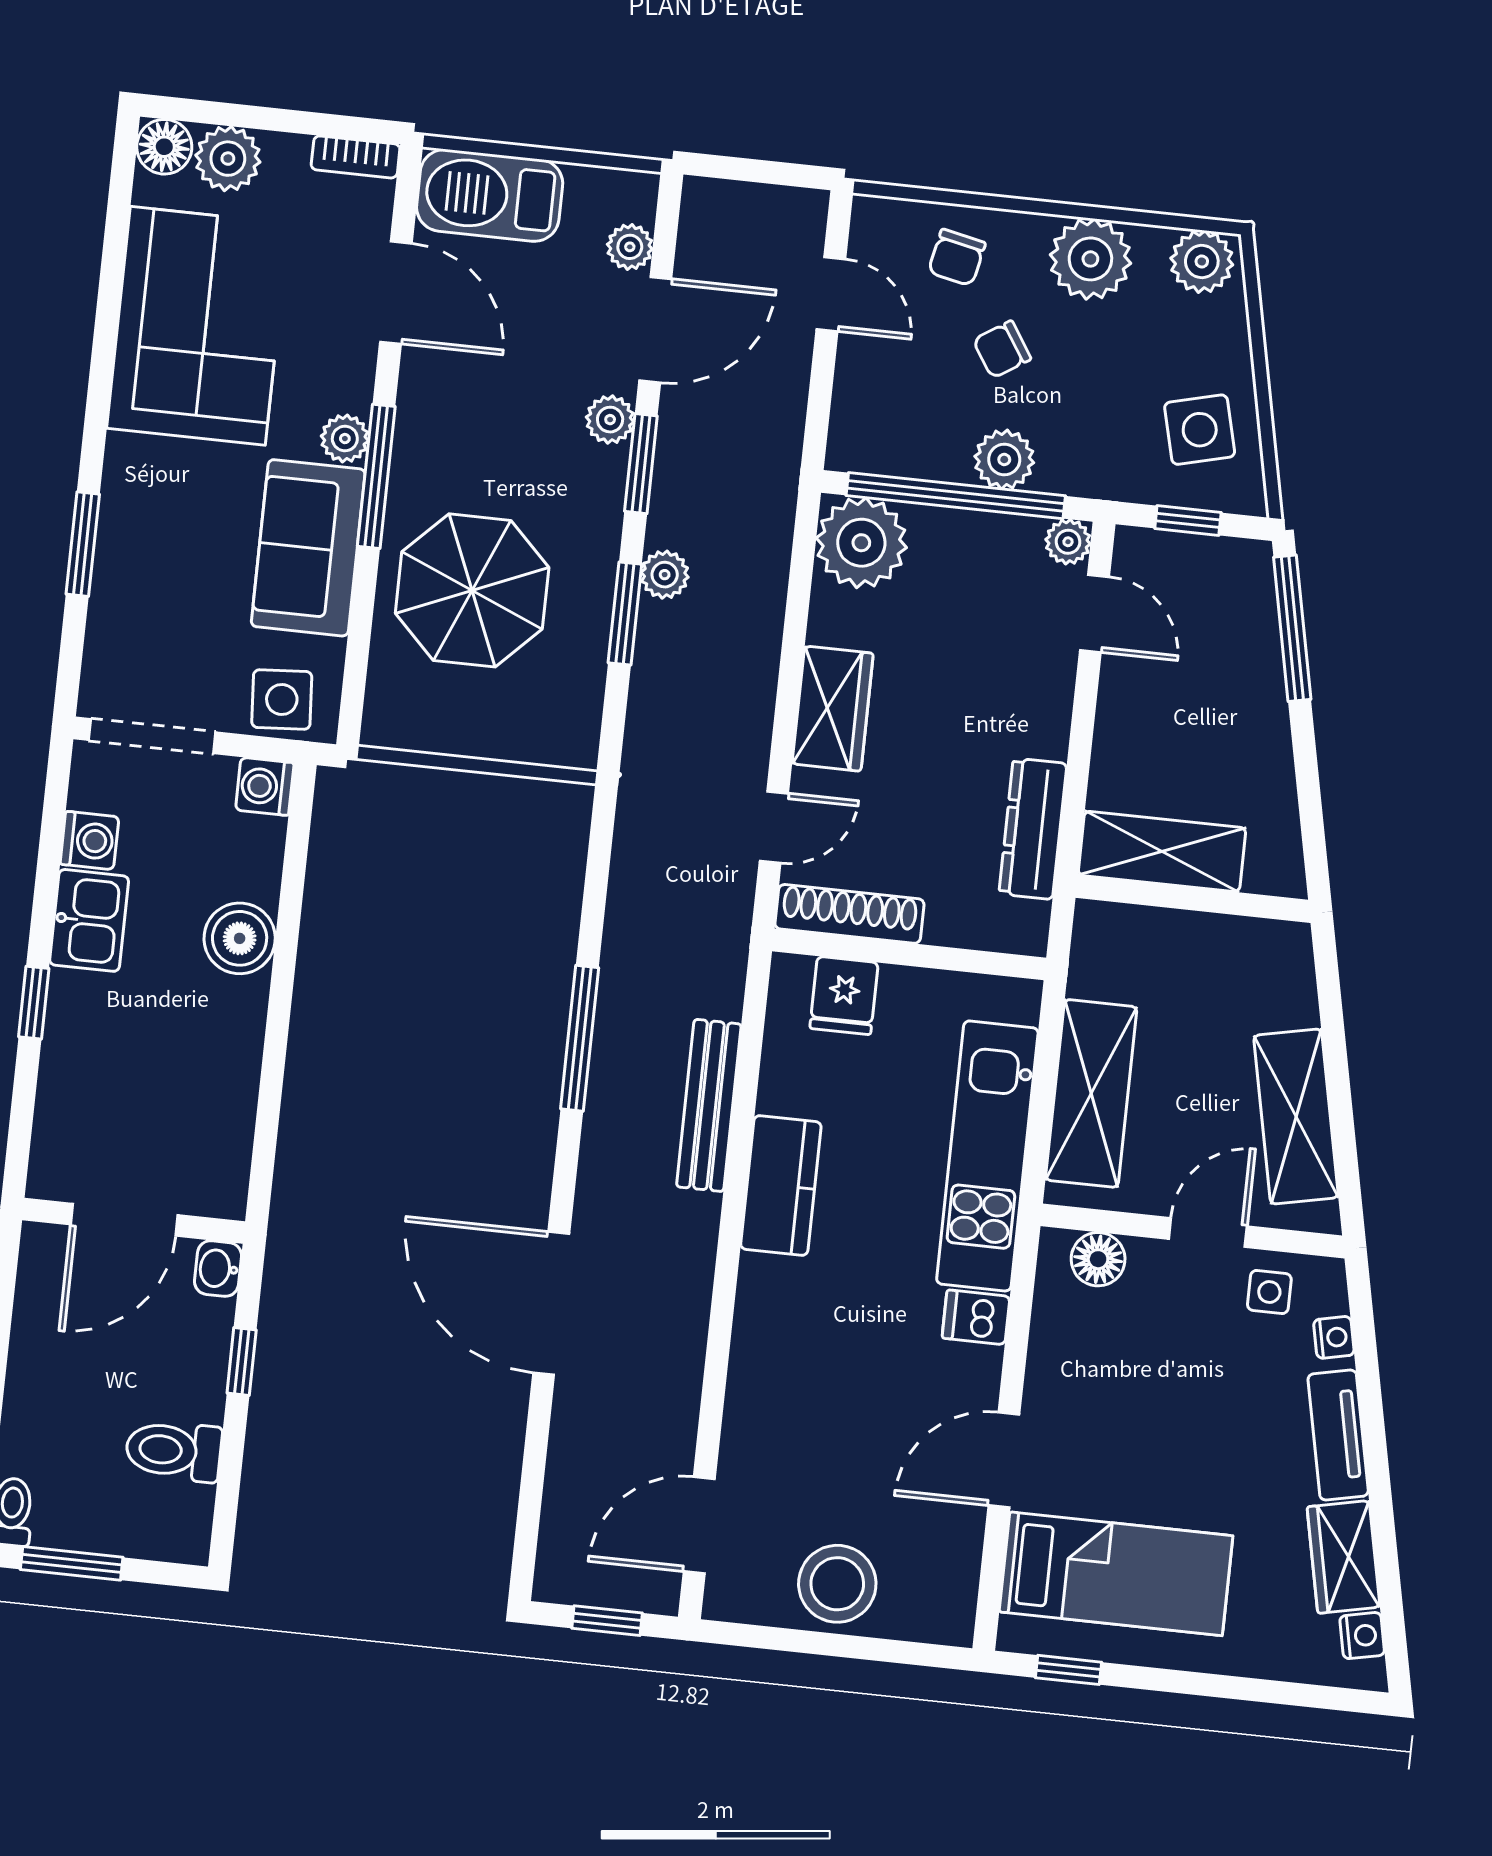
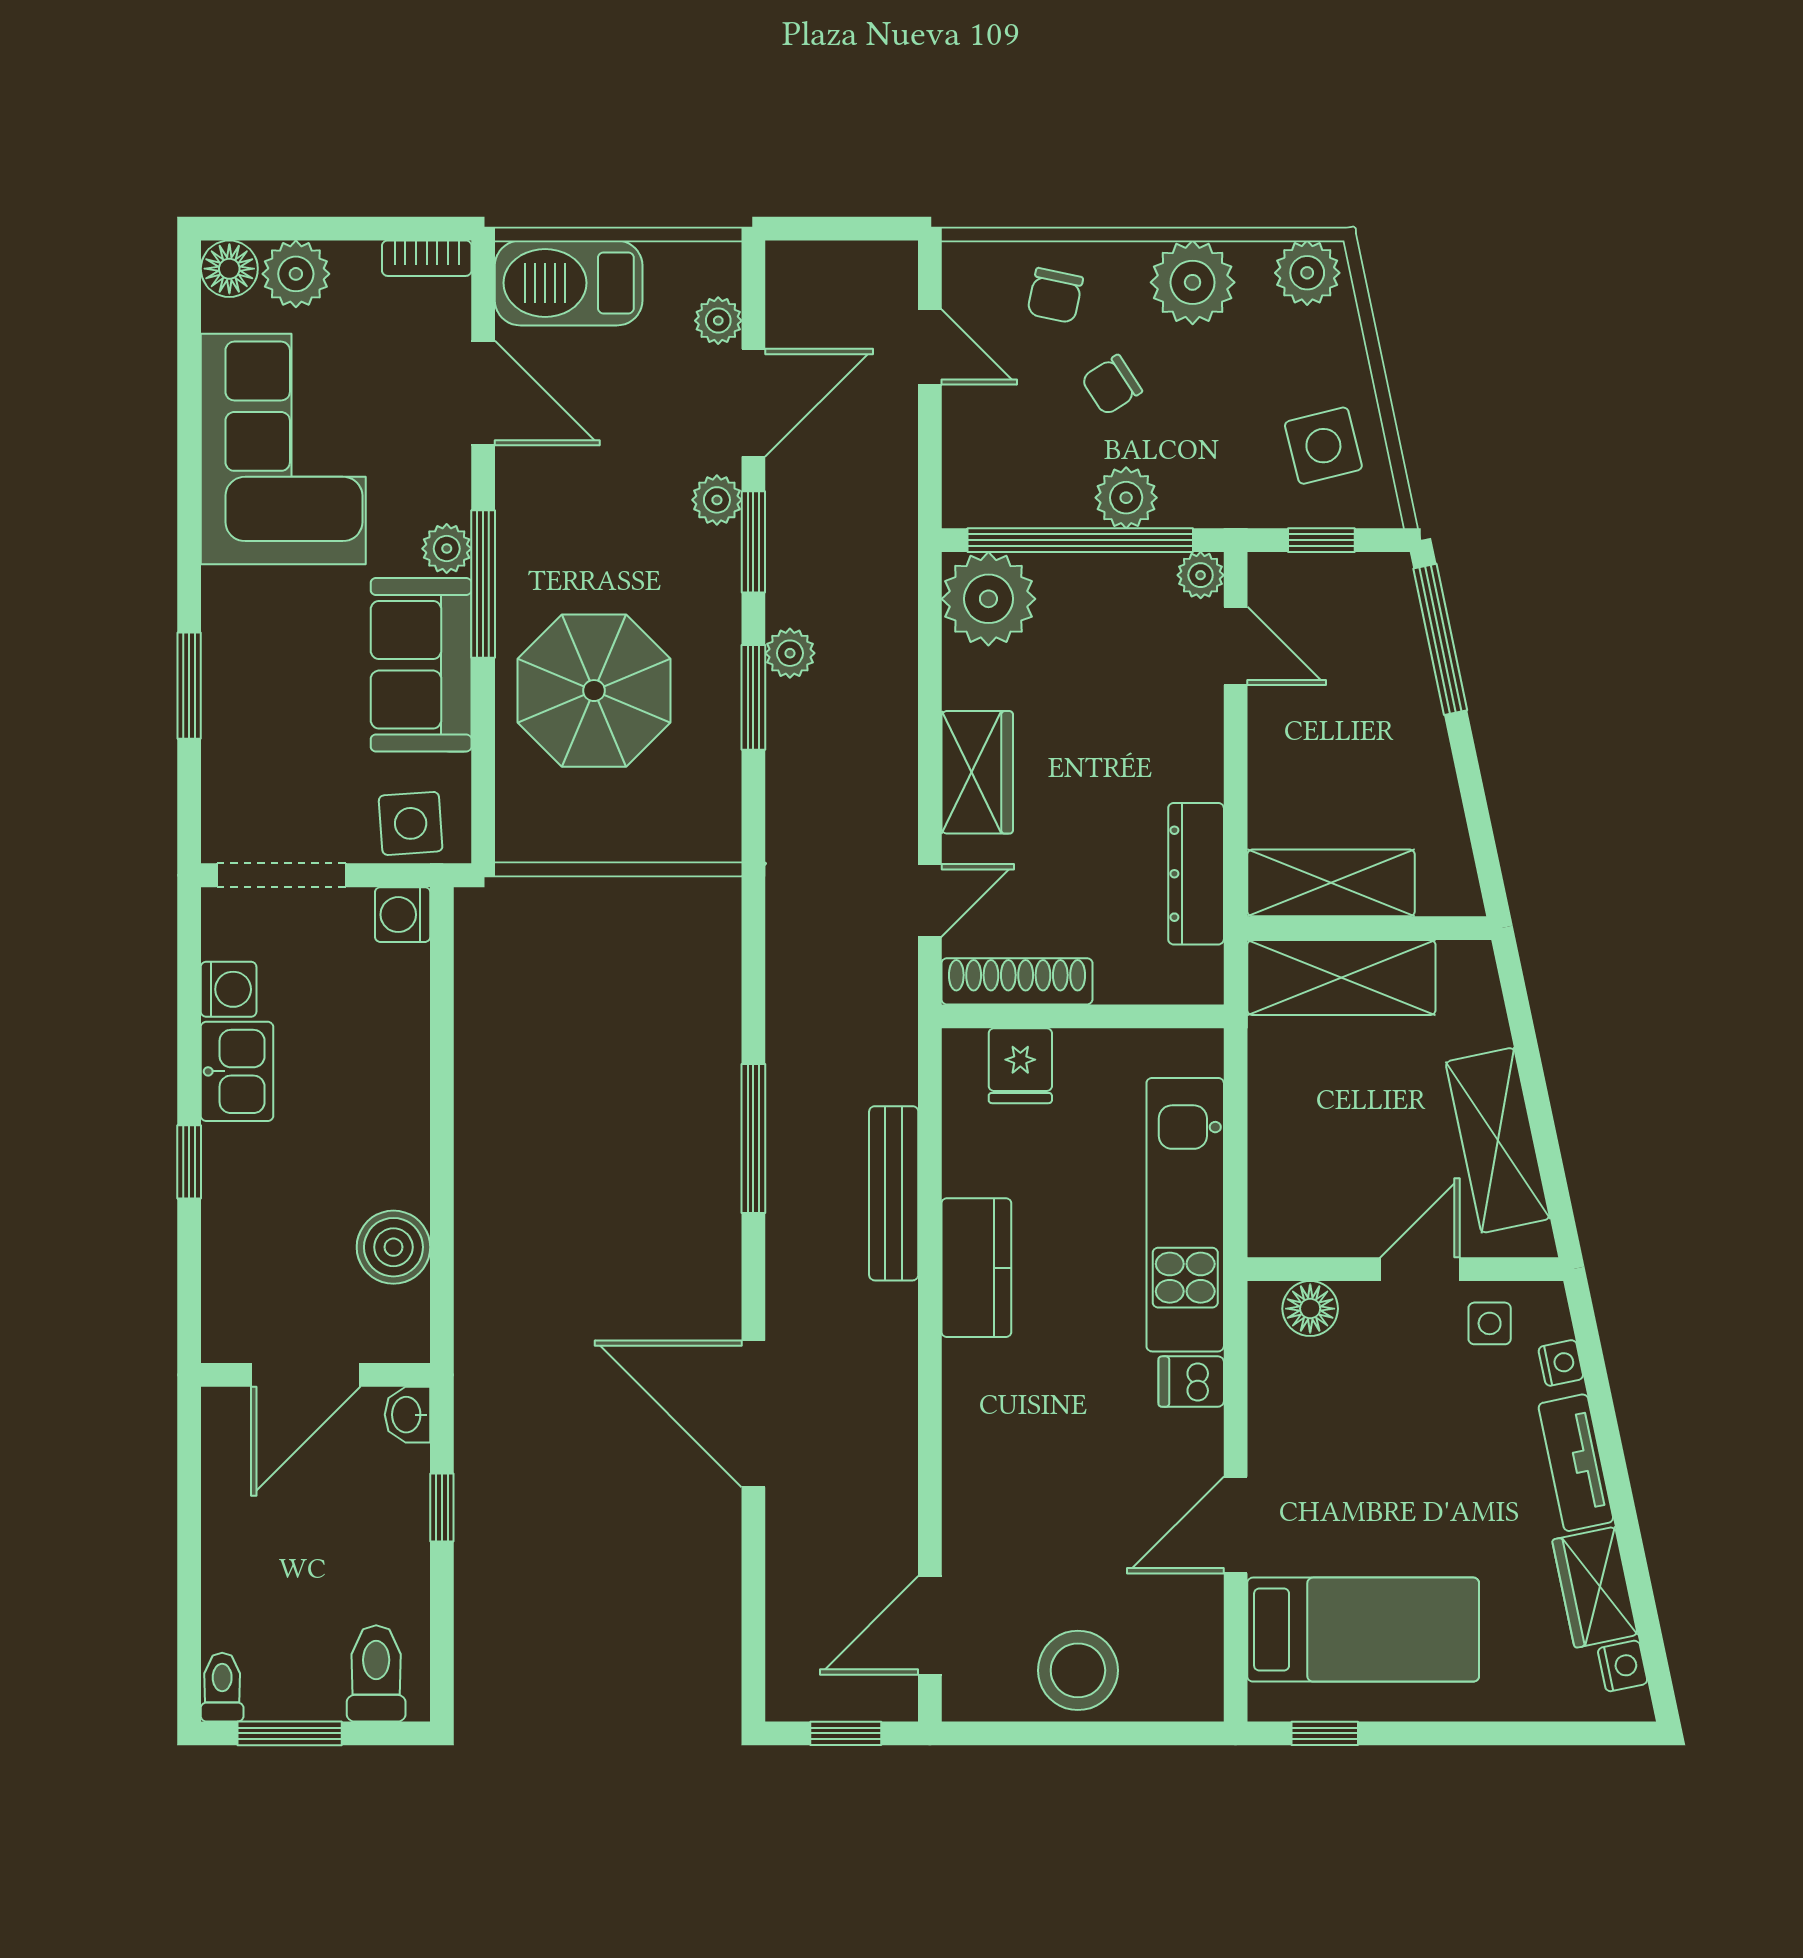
boiler: (240, 938) -> (393, 1247), moved
shelving: (1091, 1093) -> (1341, 978), moved, turned 90
toilet: (174, 1451) -> (376, 1673), moved, turned 90

